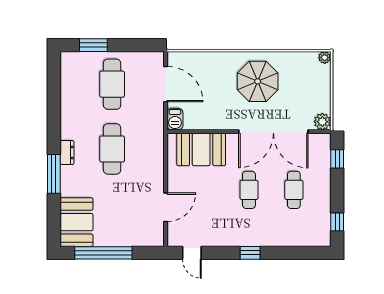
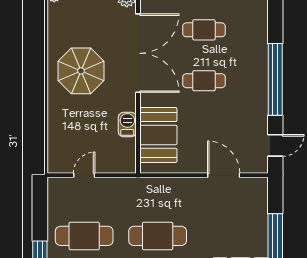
door: (166, 84) -> (84, 175), width x0.53
barbecue: (175, 119) -> (127, 124), moved, turned -90
window: (250, 253) -> (275, 79), width x3.17

